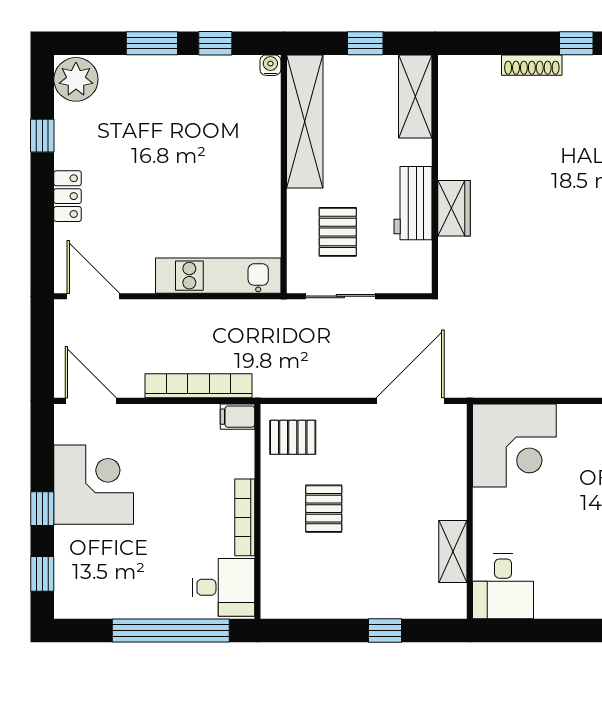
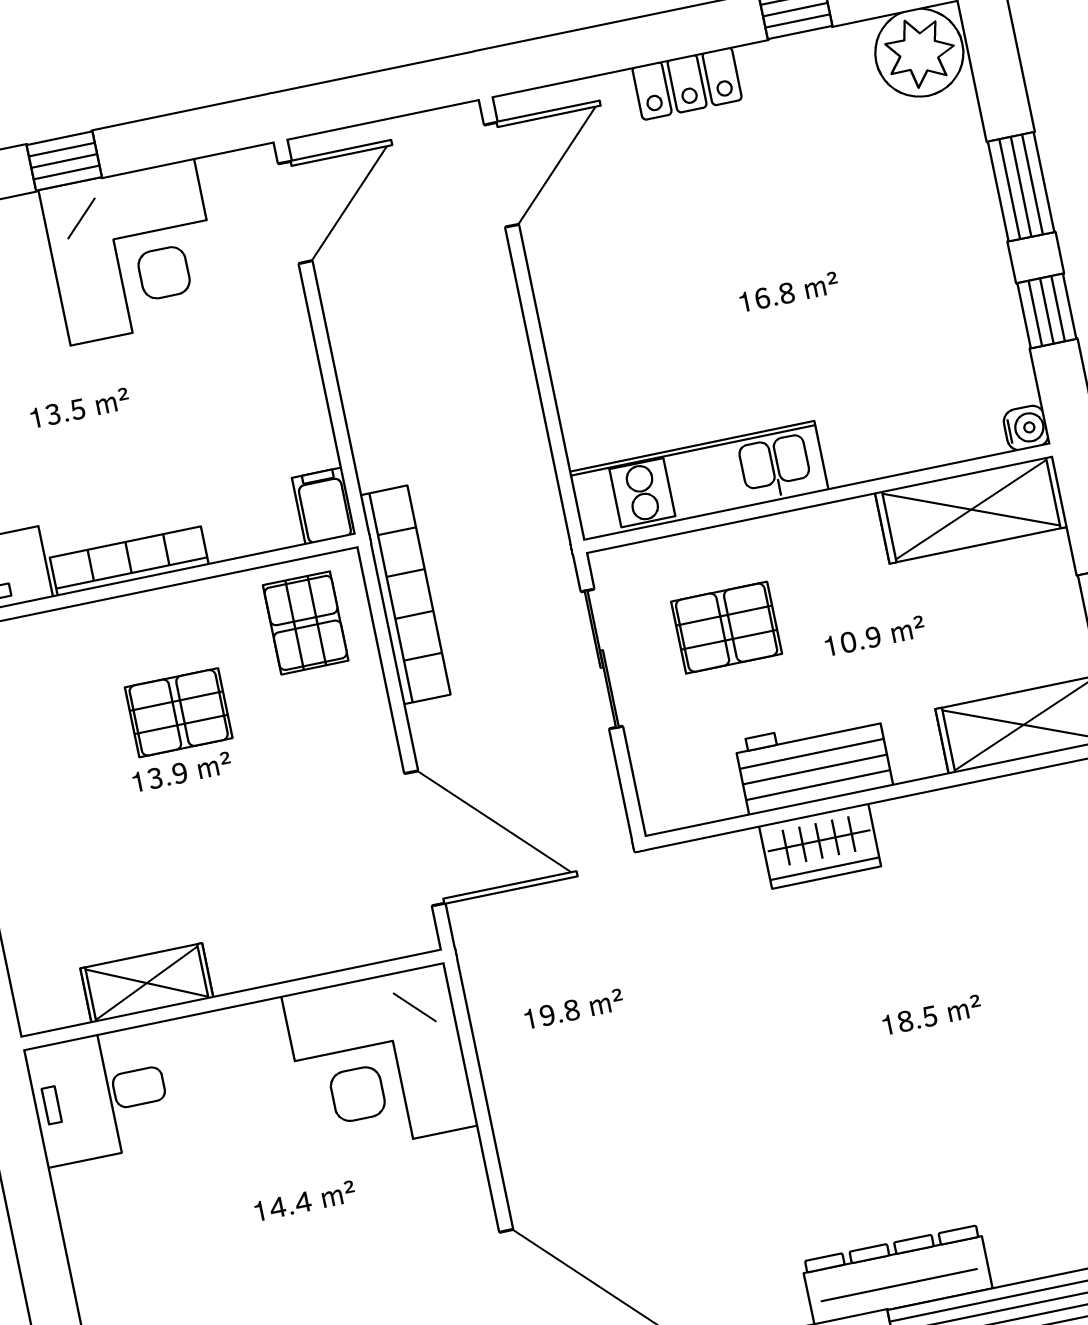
shelving: (305, 121) -> (971, 510), width x0.68
kitchen unit: (218, 276) -> (699, 481), moved, turned -90
bookcase: (198, 386) -> (405, 595), moved

